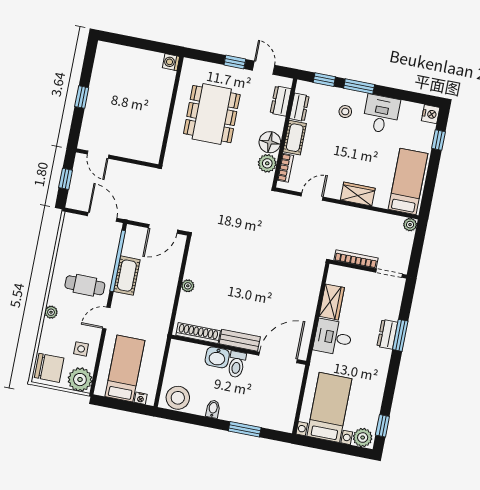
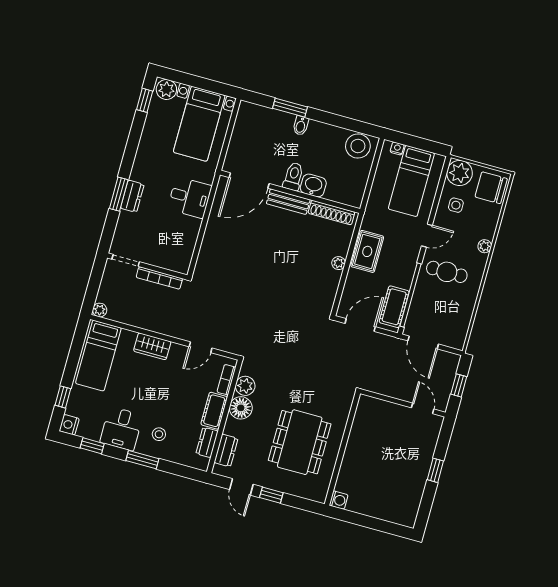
window: (324, 80) -> (92, 446), moved
cot: (127, 276) -> (394, 307), moved
rug: (162, 299) -> (367, 251), added
wardrobe: (332, 302) -> (188, 235), removed
bidet: (213, 409) -> (301, 126), moved

